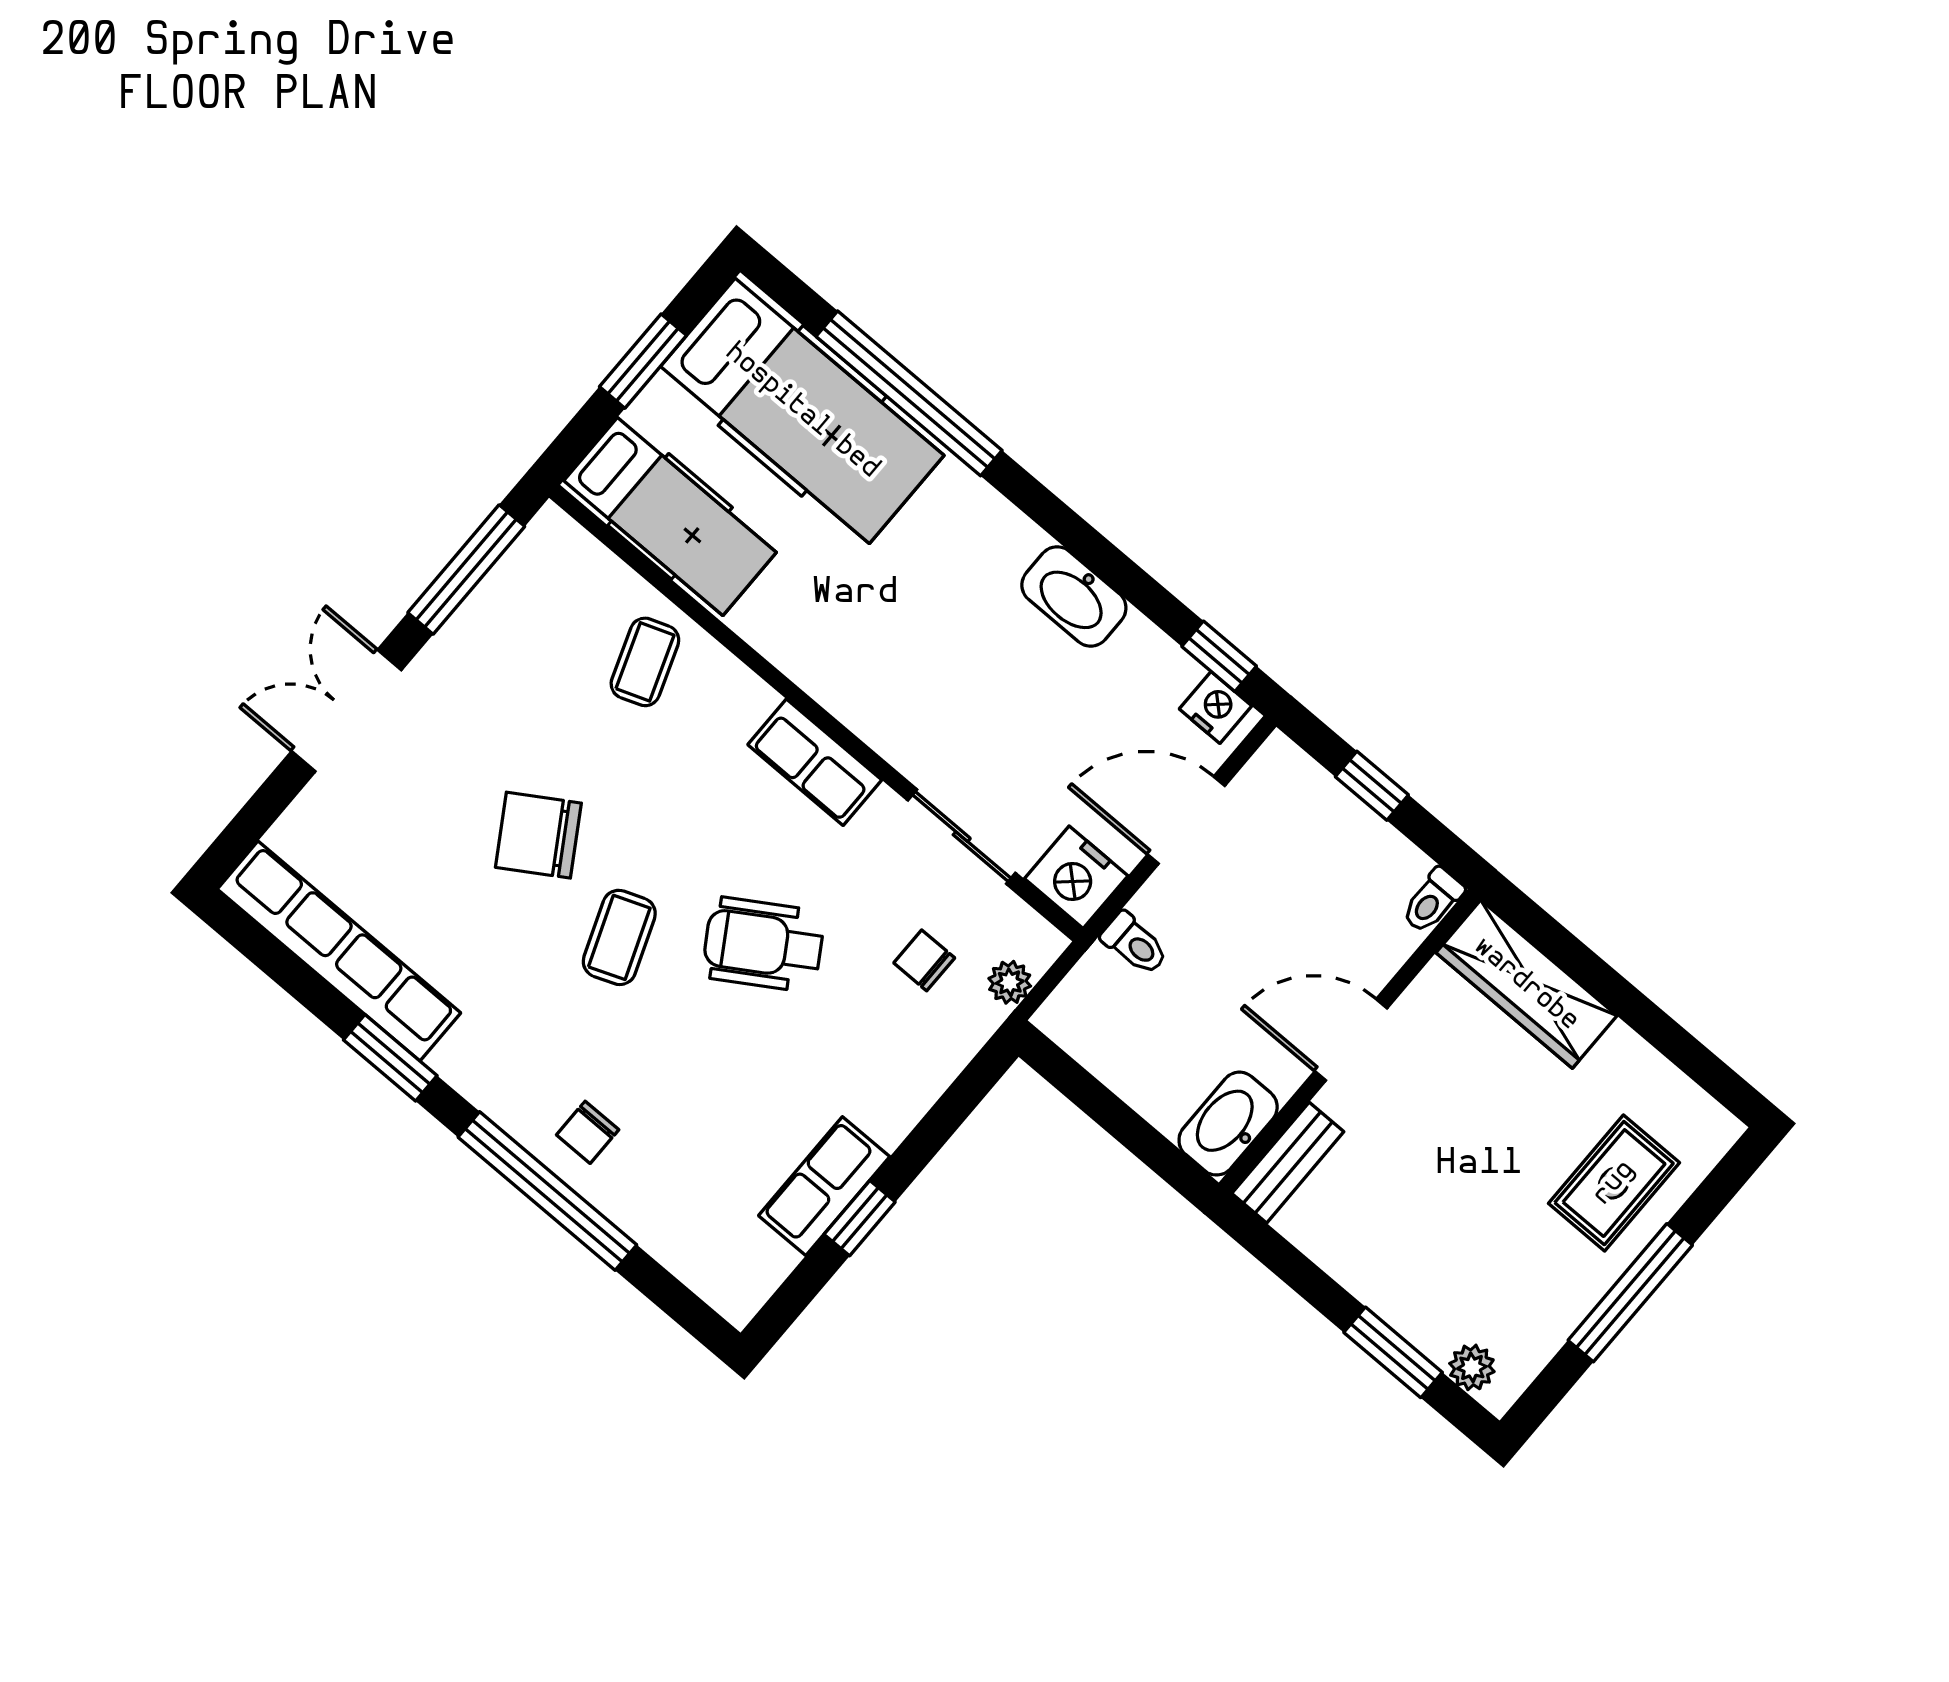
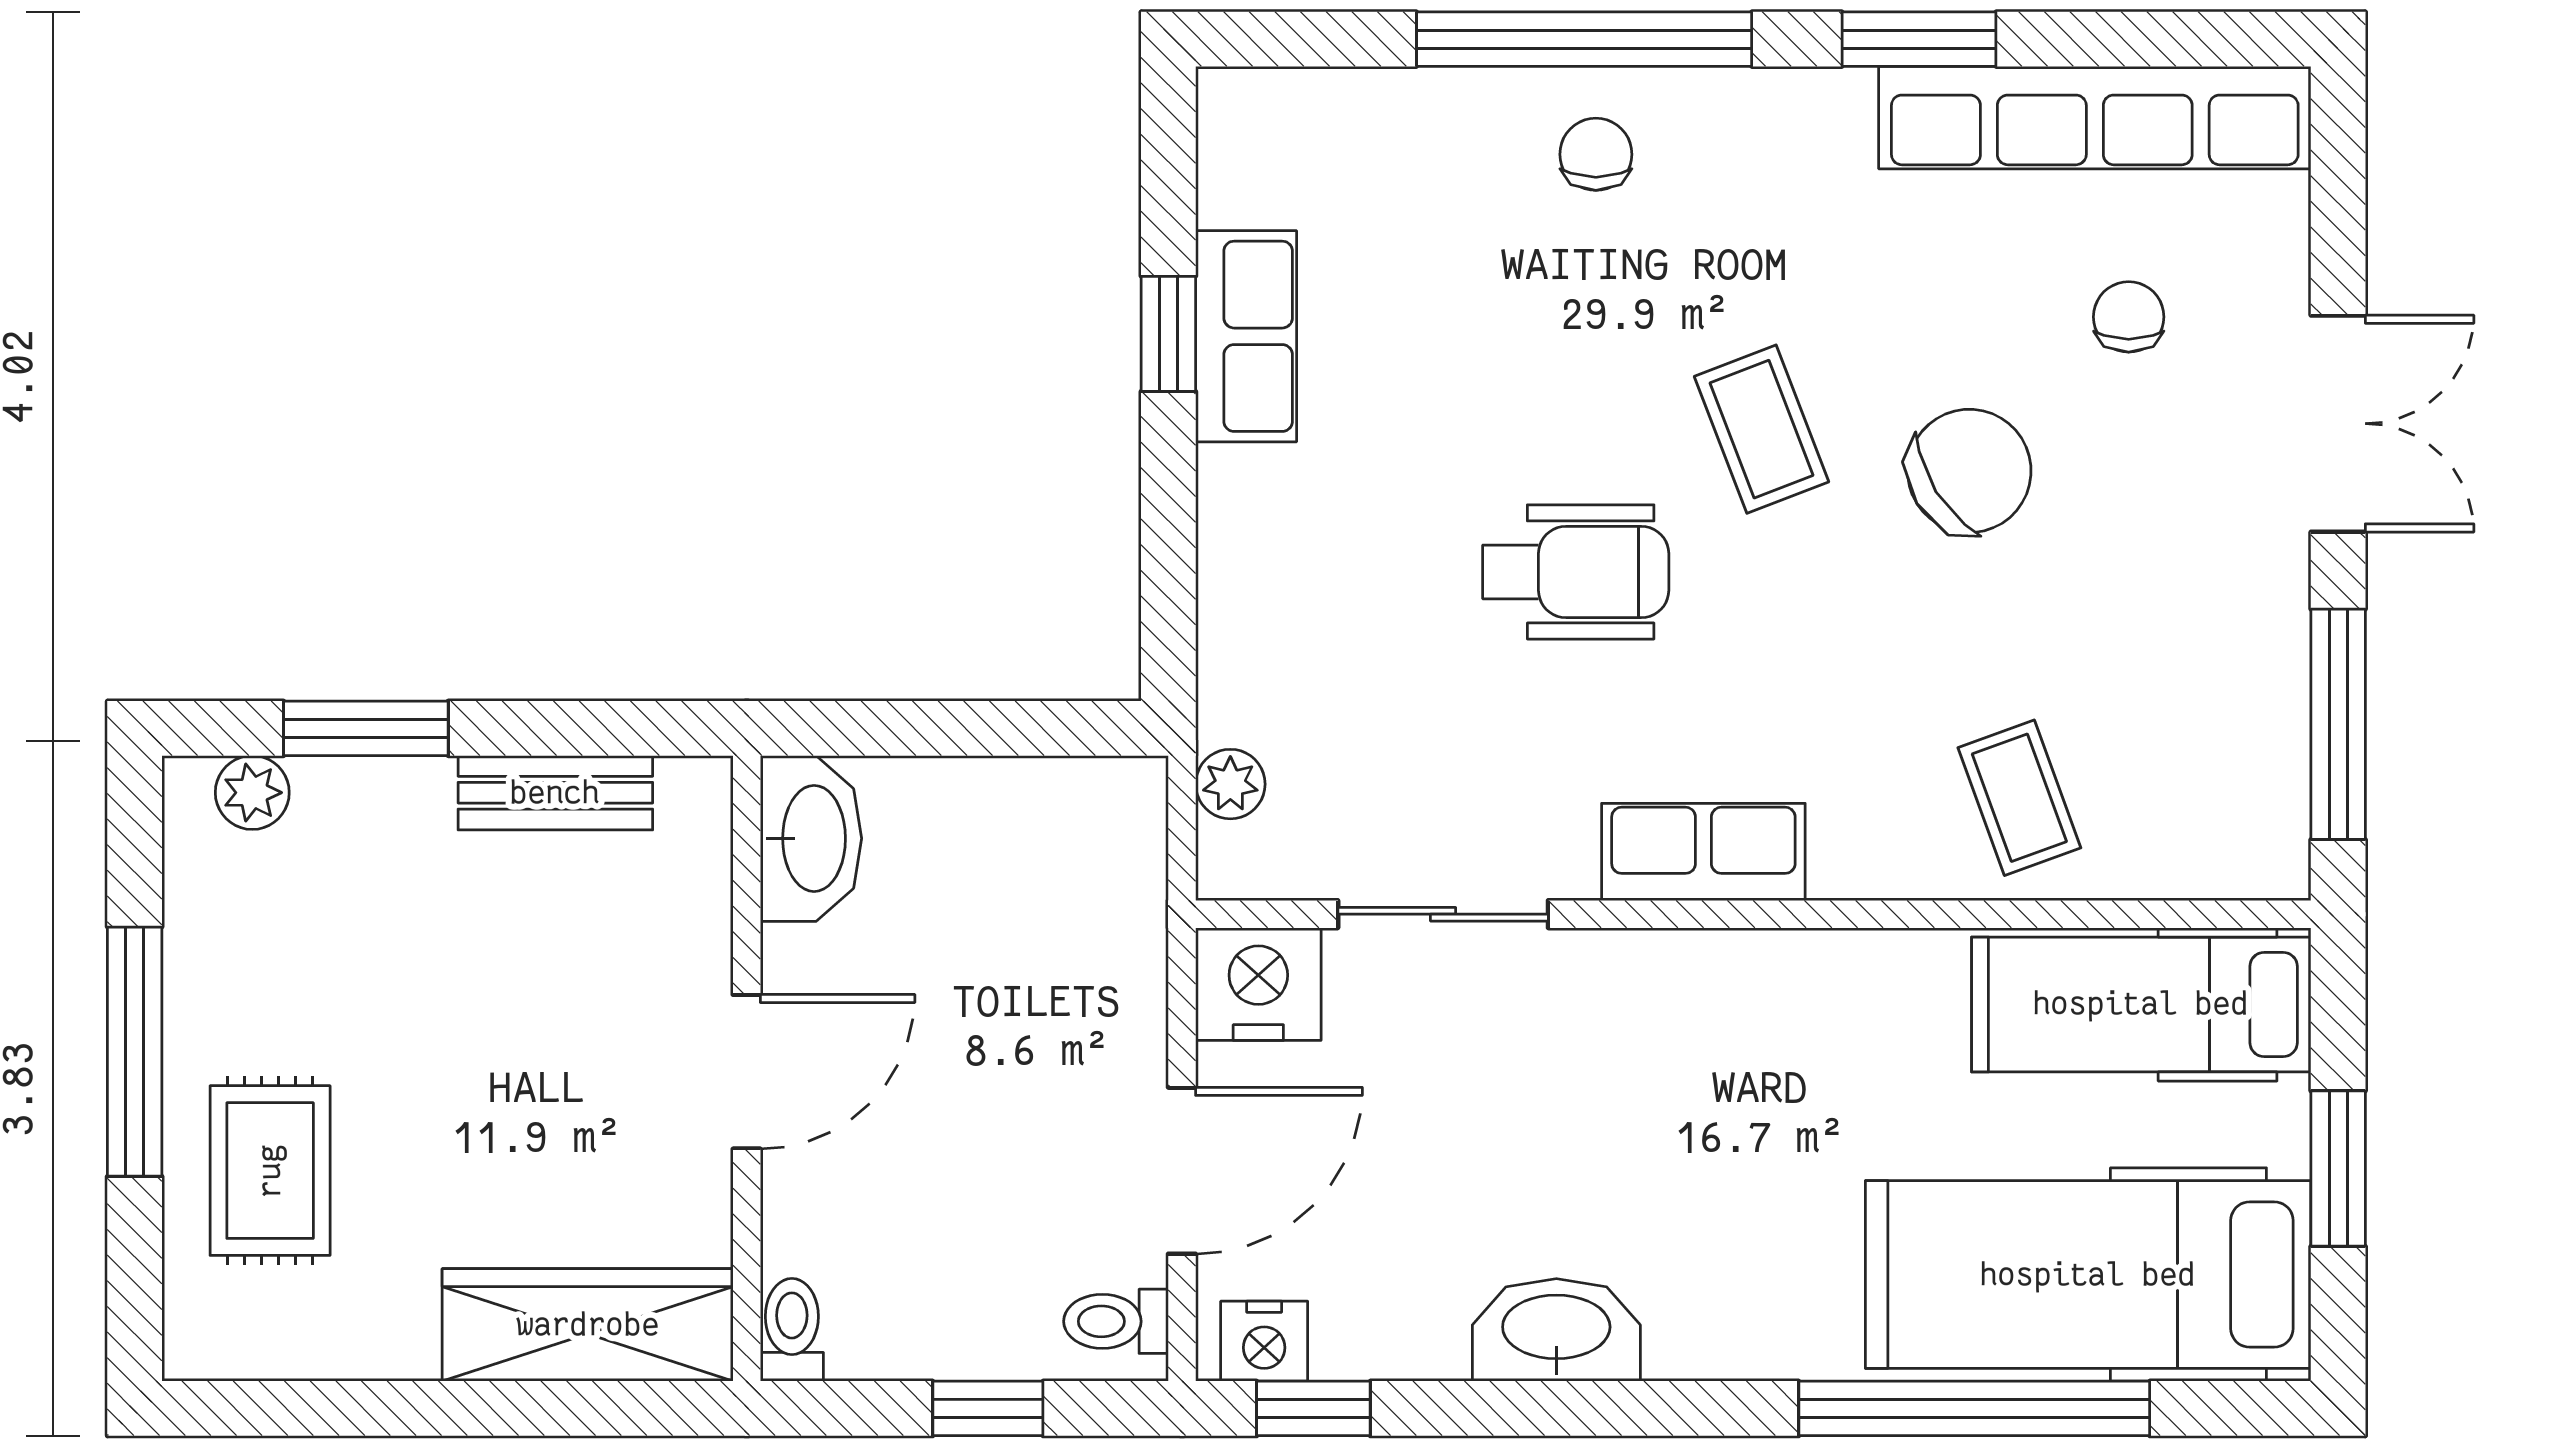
wheelchair: (763, 944) -> (1576, 572), turned 32
toilet: (1135, 944) -> (1116, 1321), moved
chair: (924, 960) -> (2129, 317), moved, turned -90
bench: (1288, 1163) -> (555, 793), moved, turned 90

